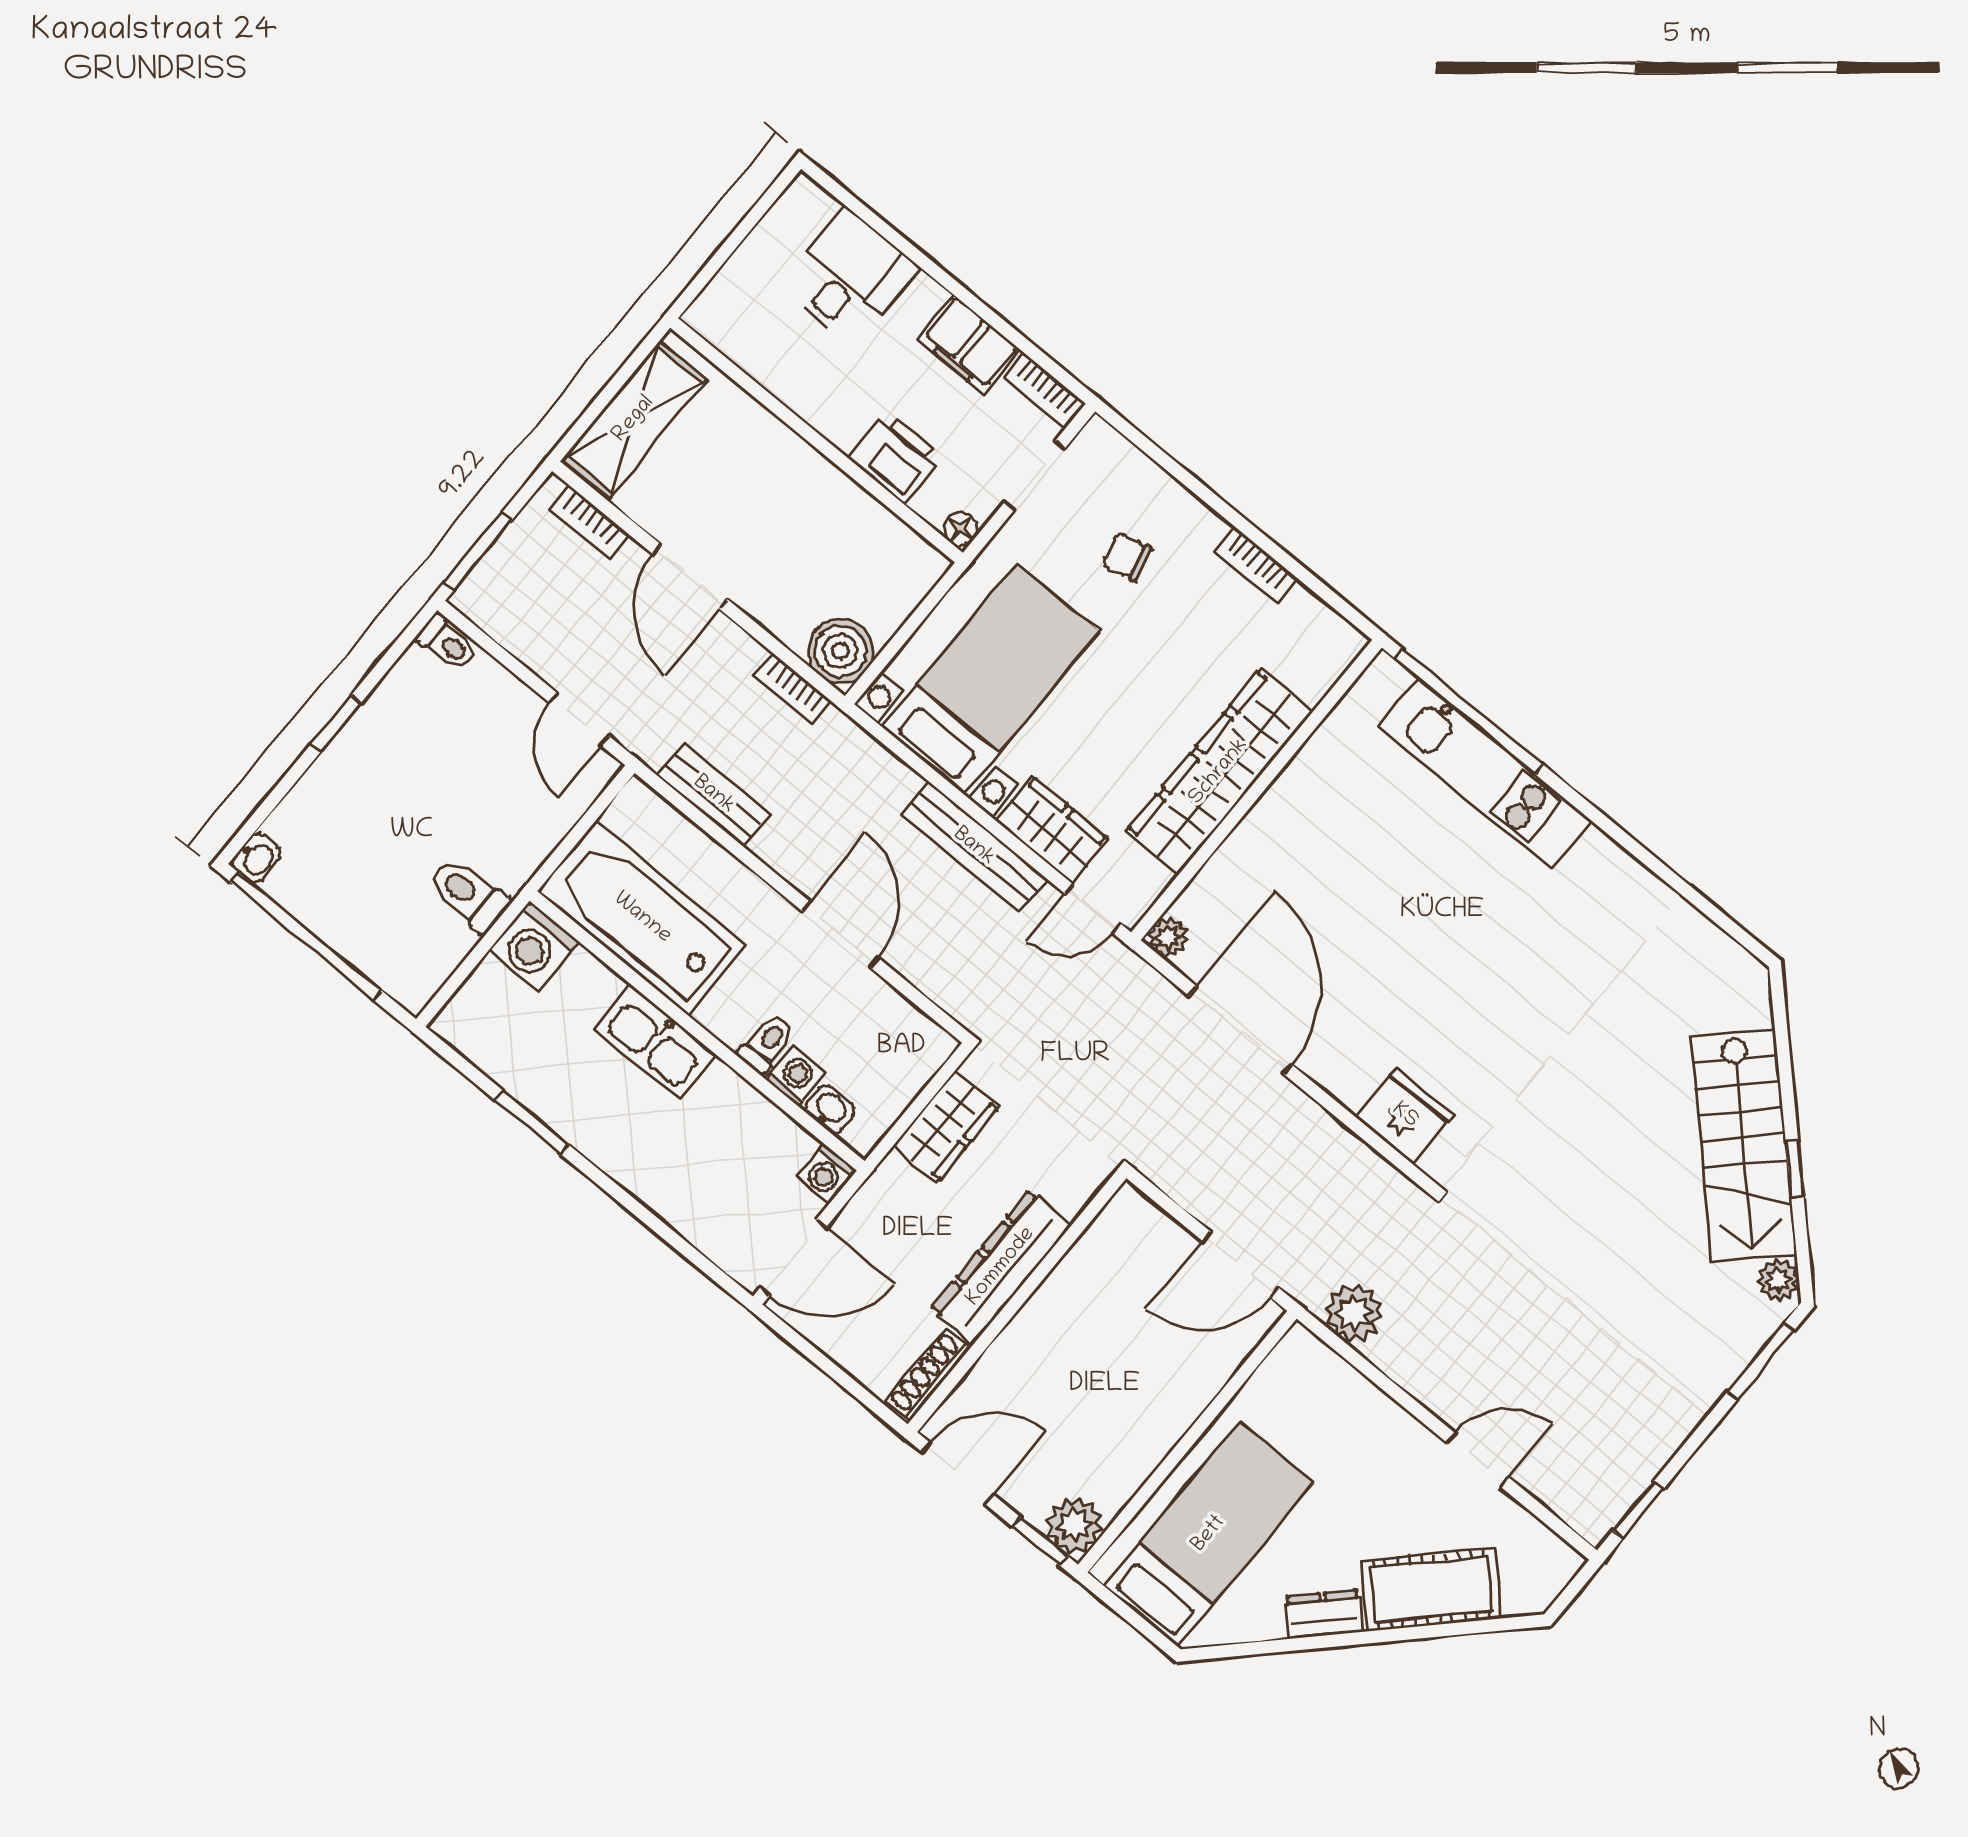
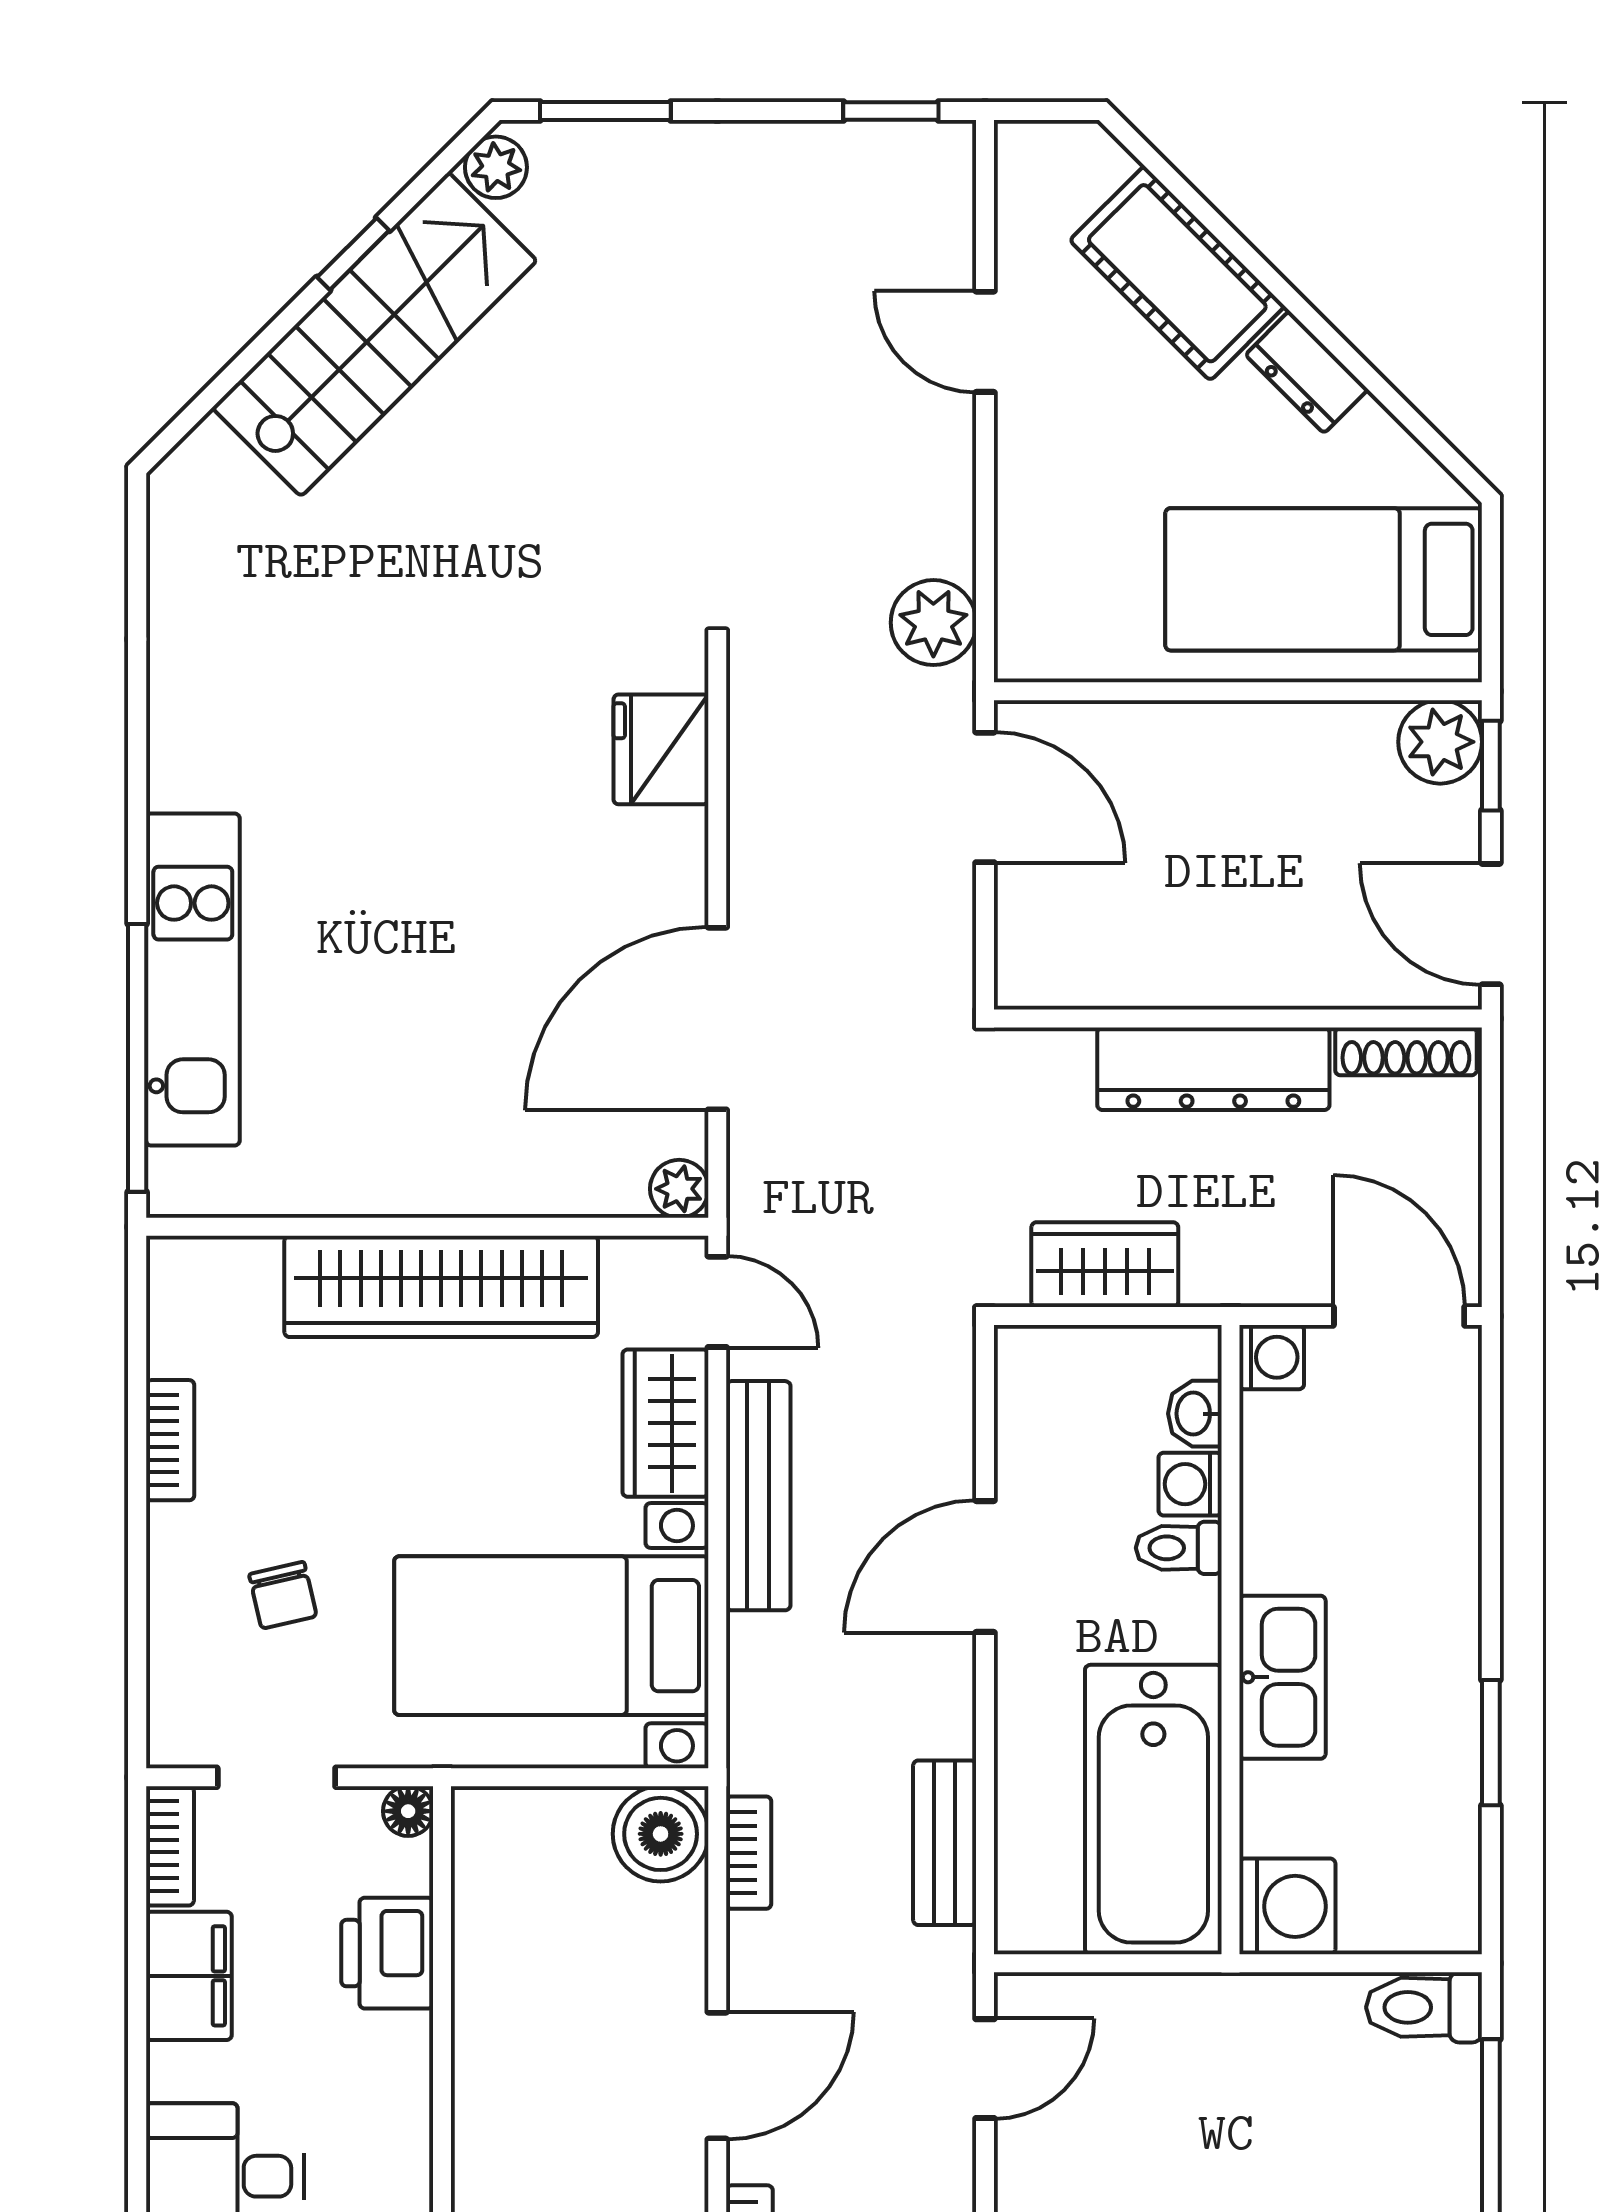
toilet: (468, 894) -> (1424, 2007), moved, turned 90

